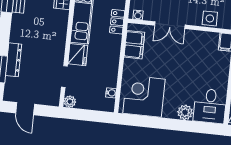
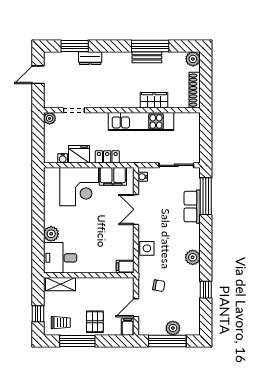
locker: (117, 22) -> (107, 157), moved
fridge: (78, 55) -> (79, 154), moved, turned 180
dresser: (14, 60) -> (90, 58), width x0.70
corner desk: (144, 96) -> (79, 187), moved, turned 90

